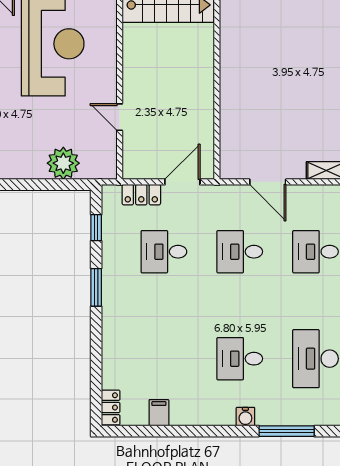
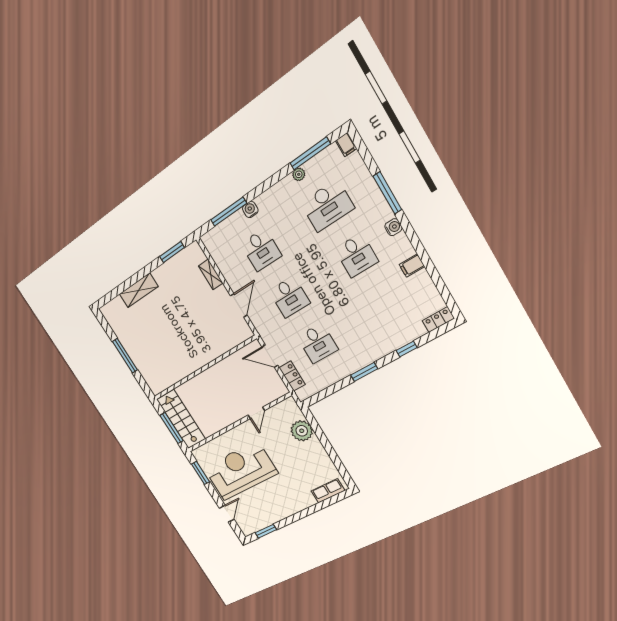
window: (96, 228) -> (407, 349), moved
filing cabinet: (159, 413) -> (412, 266), moved

